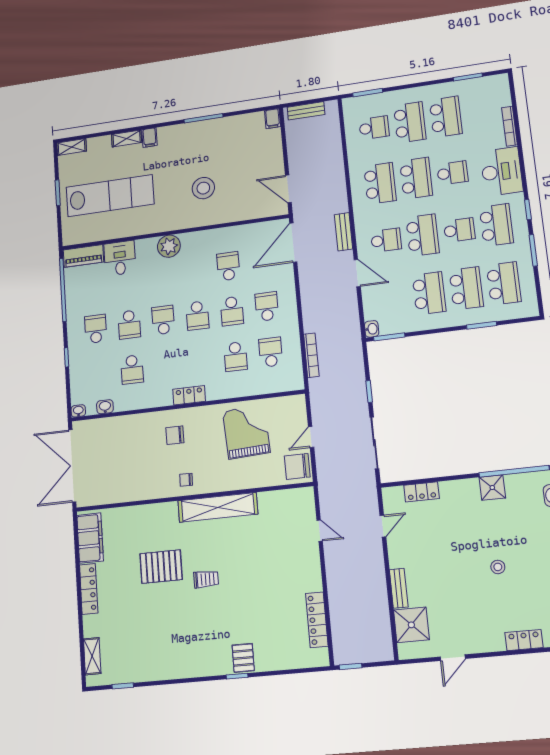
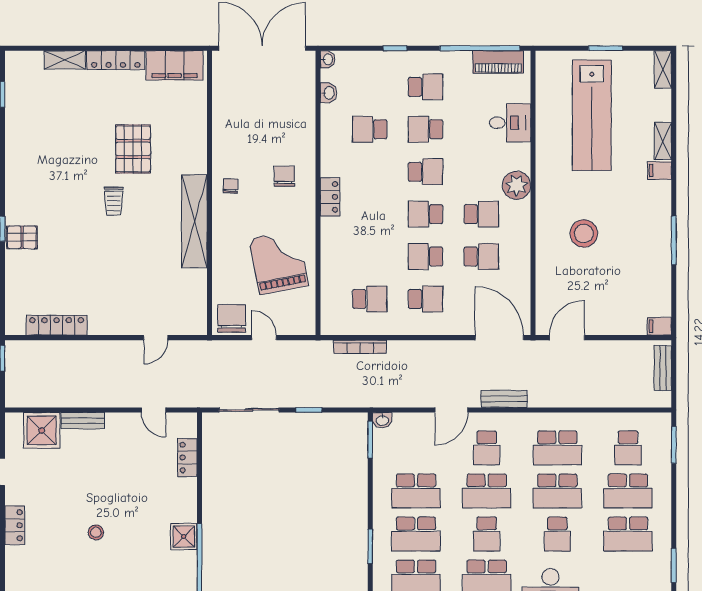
piano: (83, 256) -> (498, 62), moved, turned -90
school desk: (236, 357) -> (481, 214), moved, turned 180
grand piano: (246, 432) -> (279, 262), turned -98
locker: (524, 640) -> (15, 525), moved
shelving: (92, 656) -> (65, 60), moved

